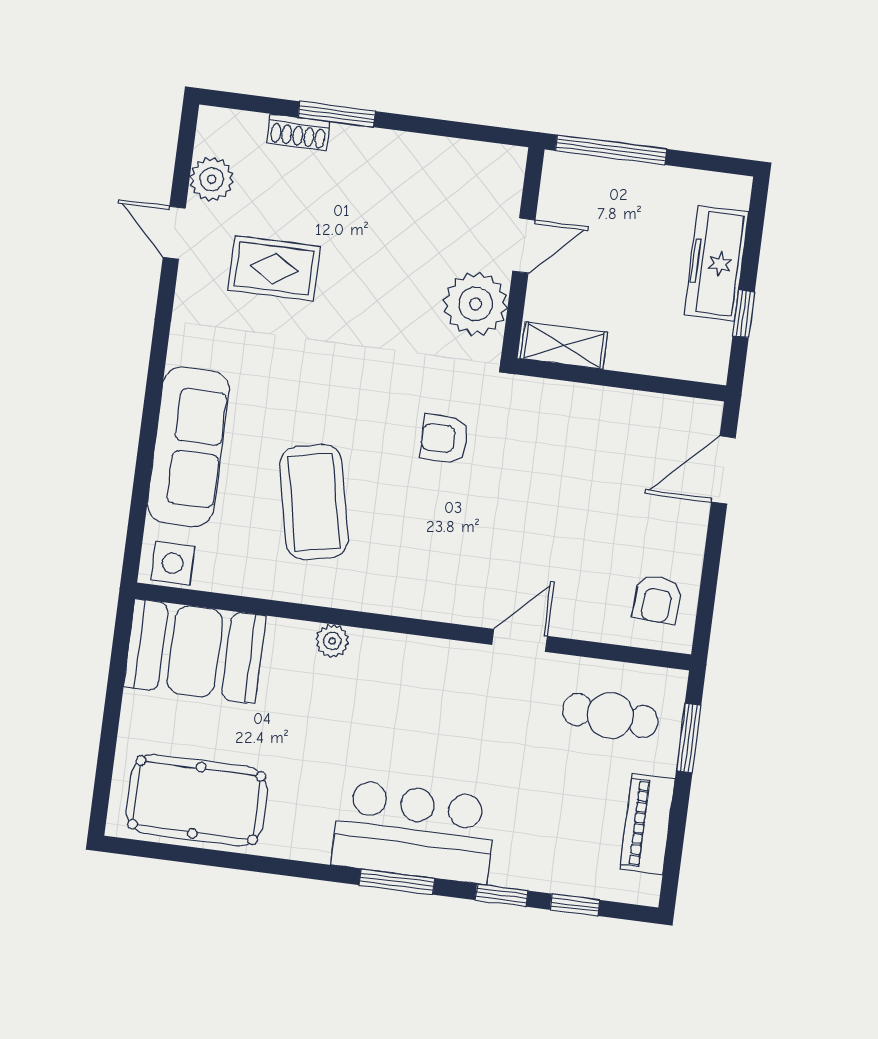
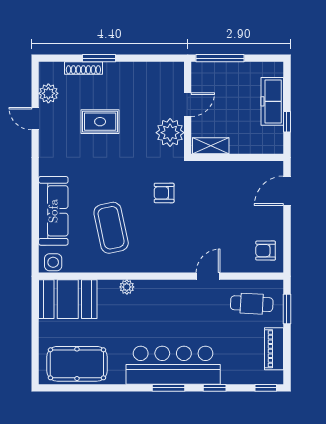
shoe rack: (298, 132) -> (83, 68), width x1.43
rug: (274, 268) -> (100, 122), moved
armchair: (657, 599) -> (266, 251), turned 86
bar counter: (414, 832) -> (173, 365), width x1.36
window: (575, 905) -> (266, 388), moved

